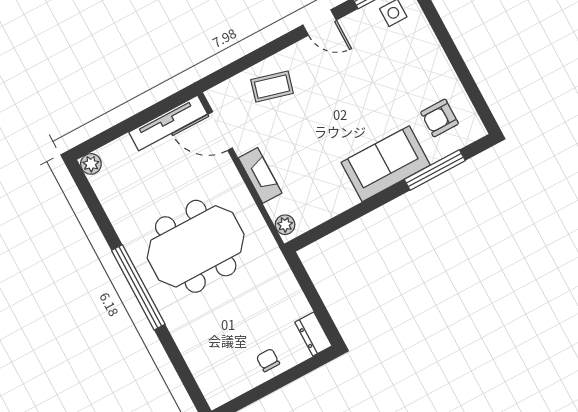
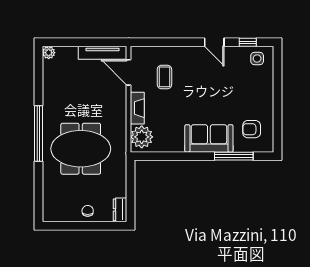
coffee table: (272, 87) -> (164, 77), moved, turned 75
plant: (285, 225) -> (142, 137), width x1.87, depth x1.87
meeting table: (196, 246) -> (81, 149), moved

